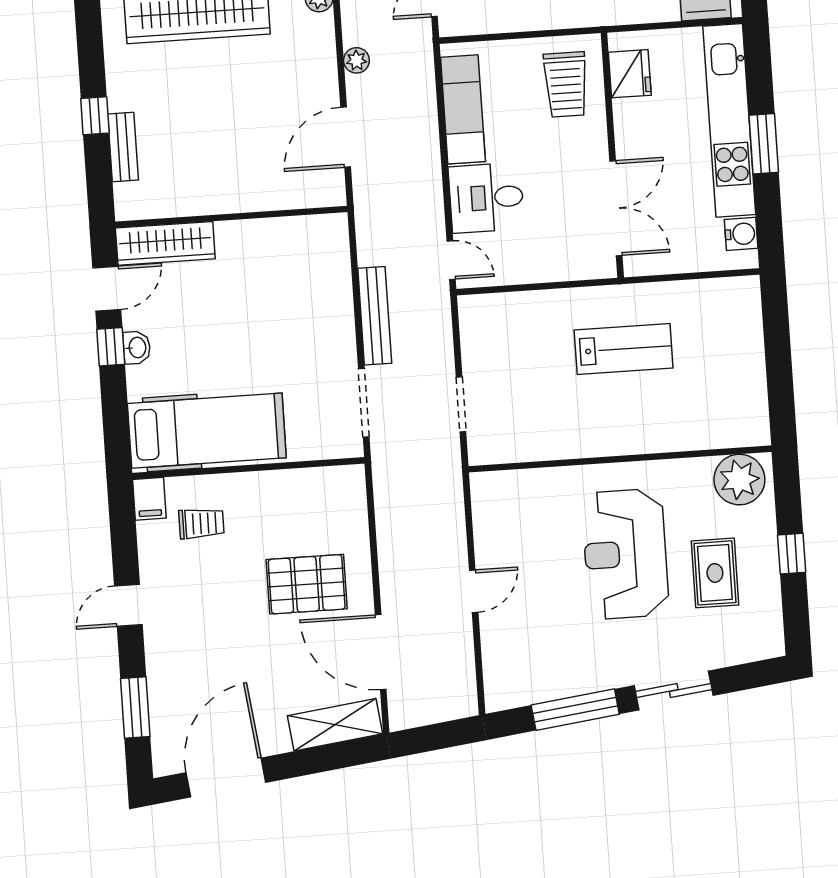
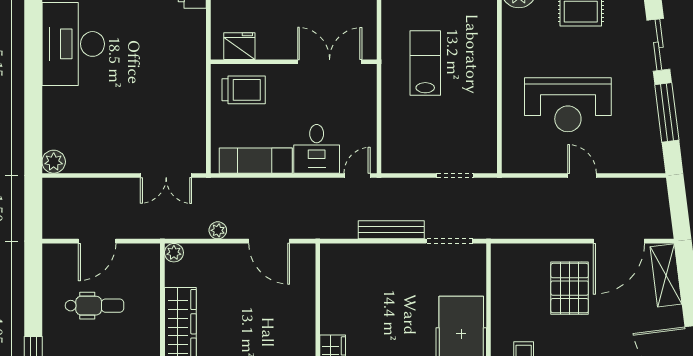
reception desk: (625, 554) -> (568, 105), moved

